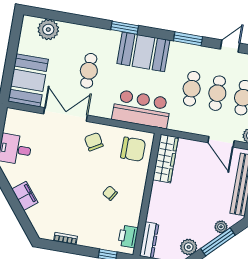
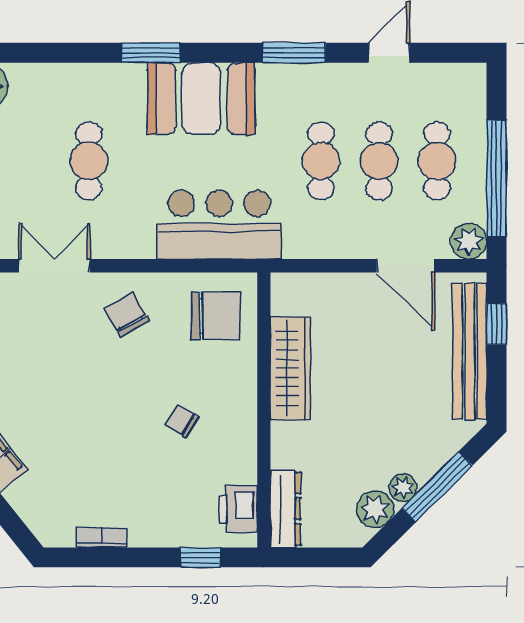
double door: (65, 115) -> (54, 266), width x0.73
wardrobe: (165, 159) -> (290, 368), moved
plant: (221, 227) -> (403, 488), moved

